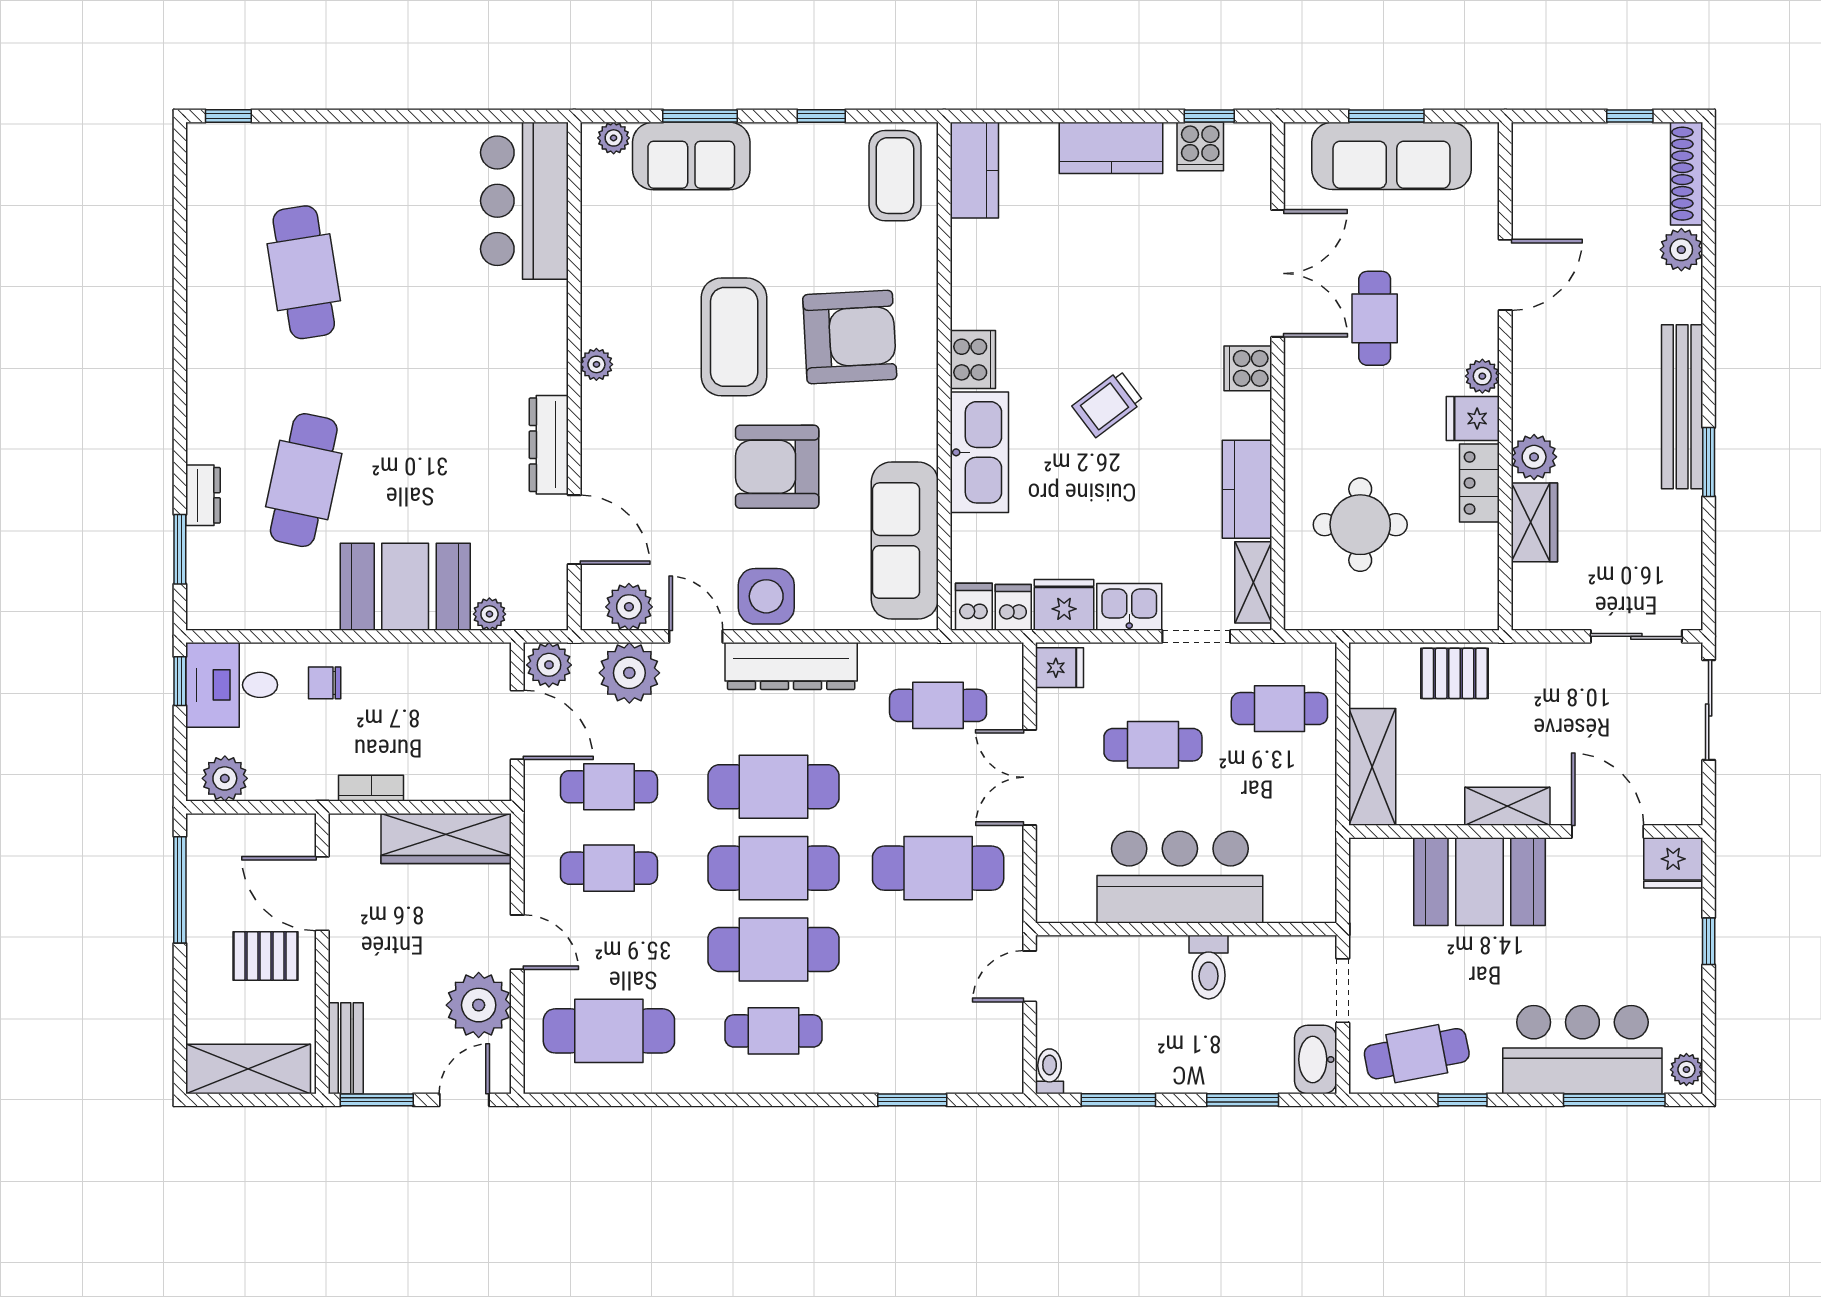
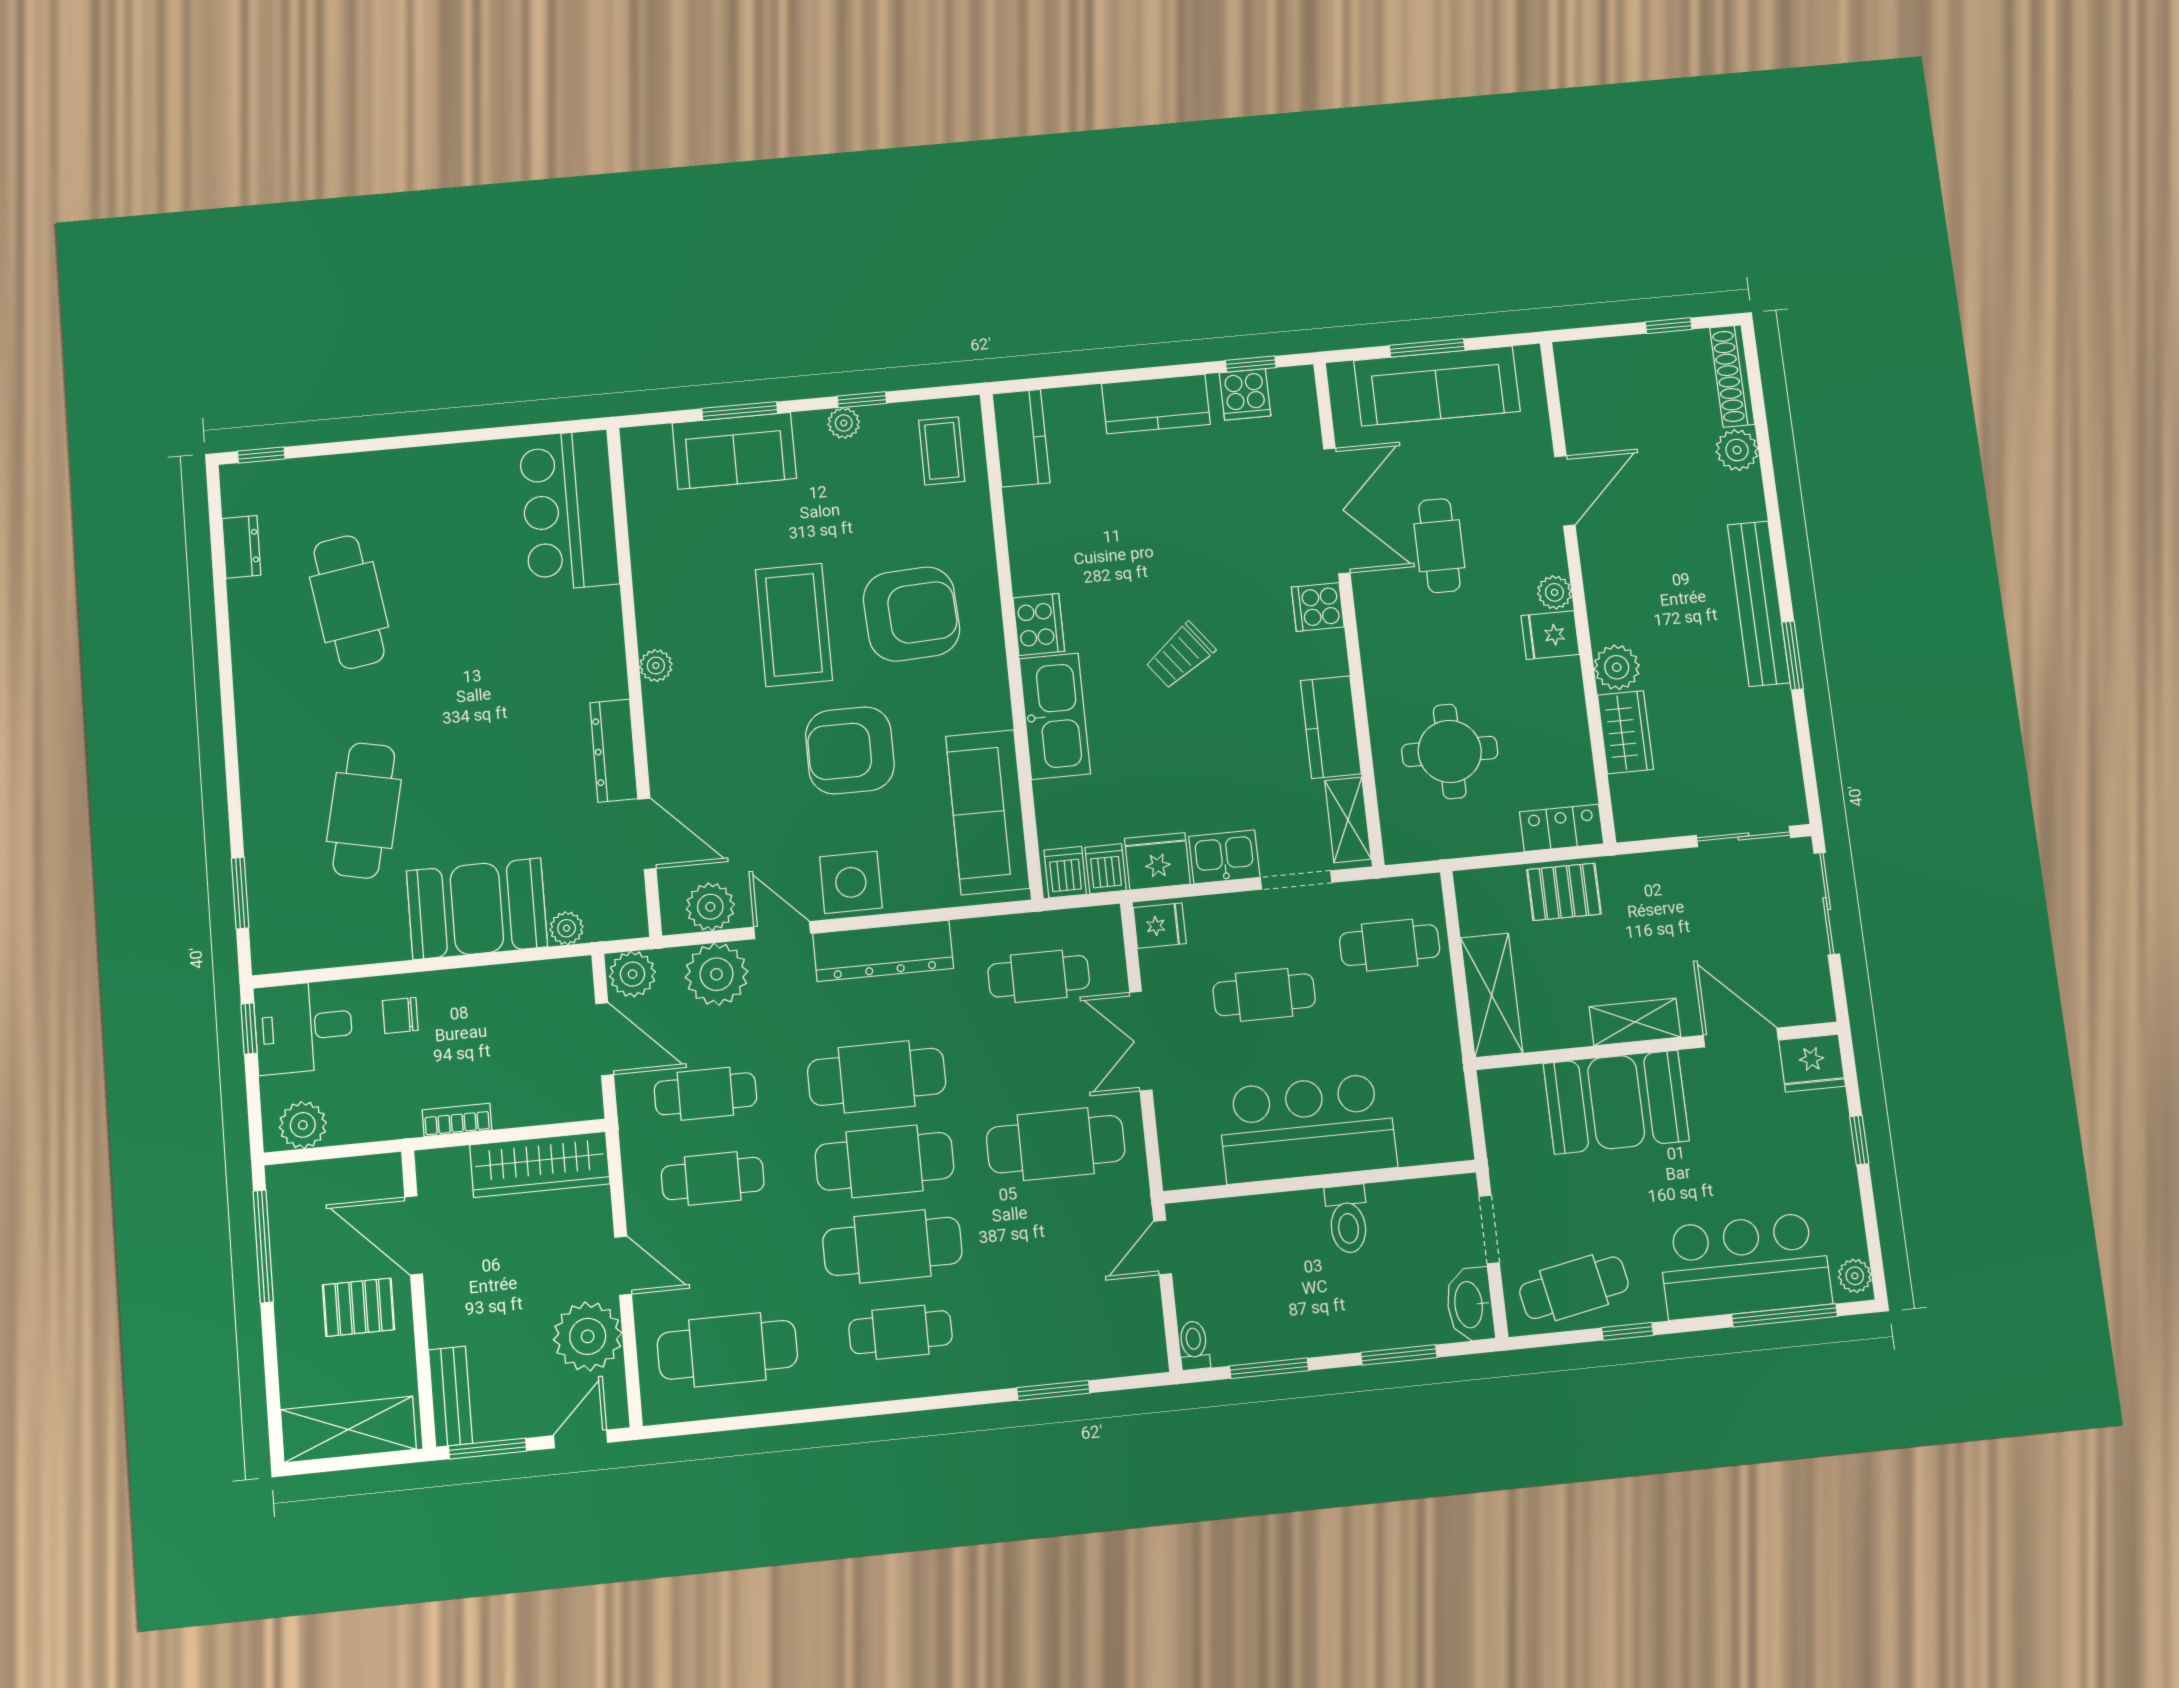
plant: (614, 138) -> (844, 423), moved
coffee table: (895, 176) -> (942, 451), width x0.73, depth x0.77
locker: (1479, 483) -> (1562, 828), moved, turned 90
dresser: (203, 495) -> (241, 547), moved

